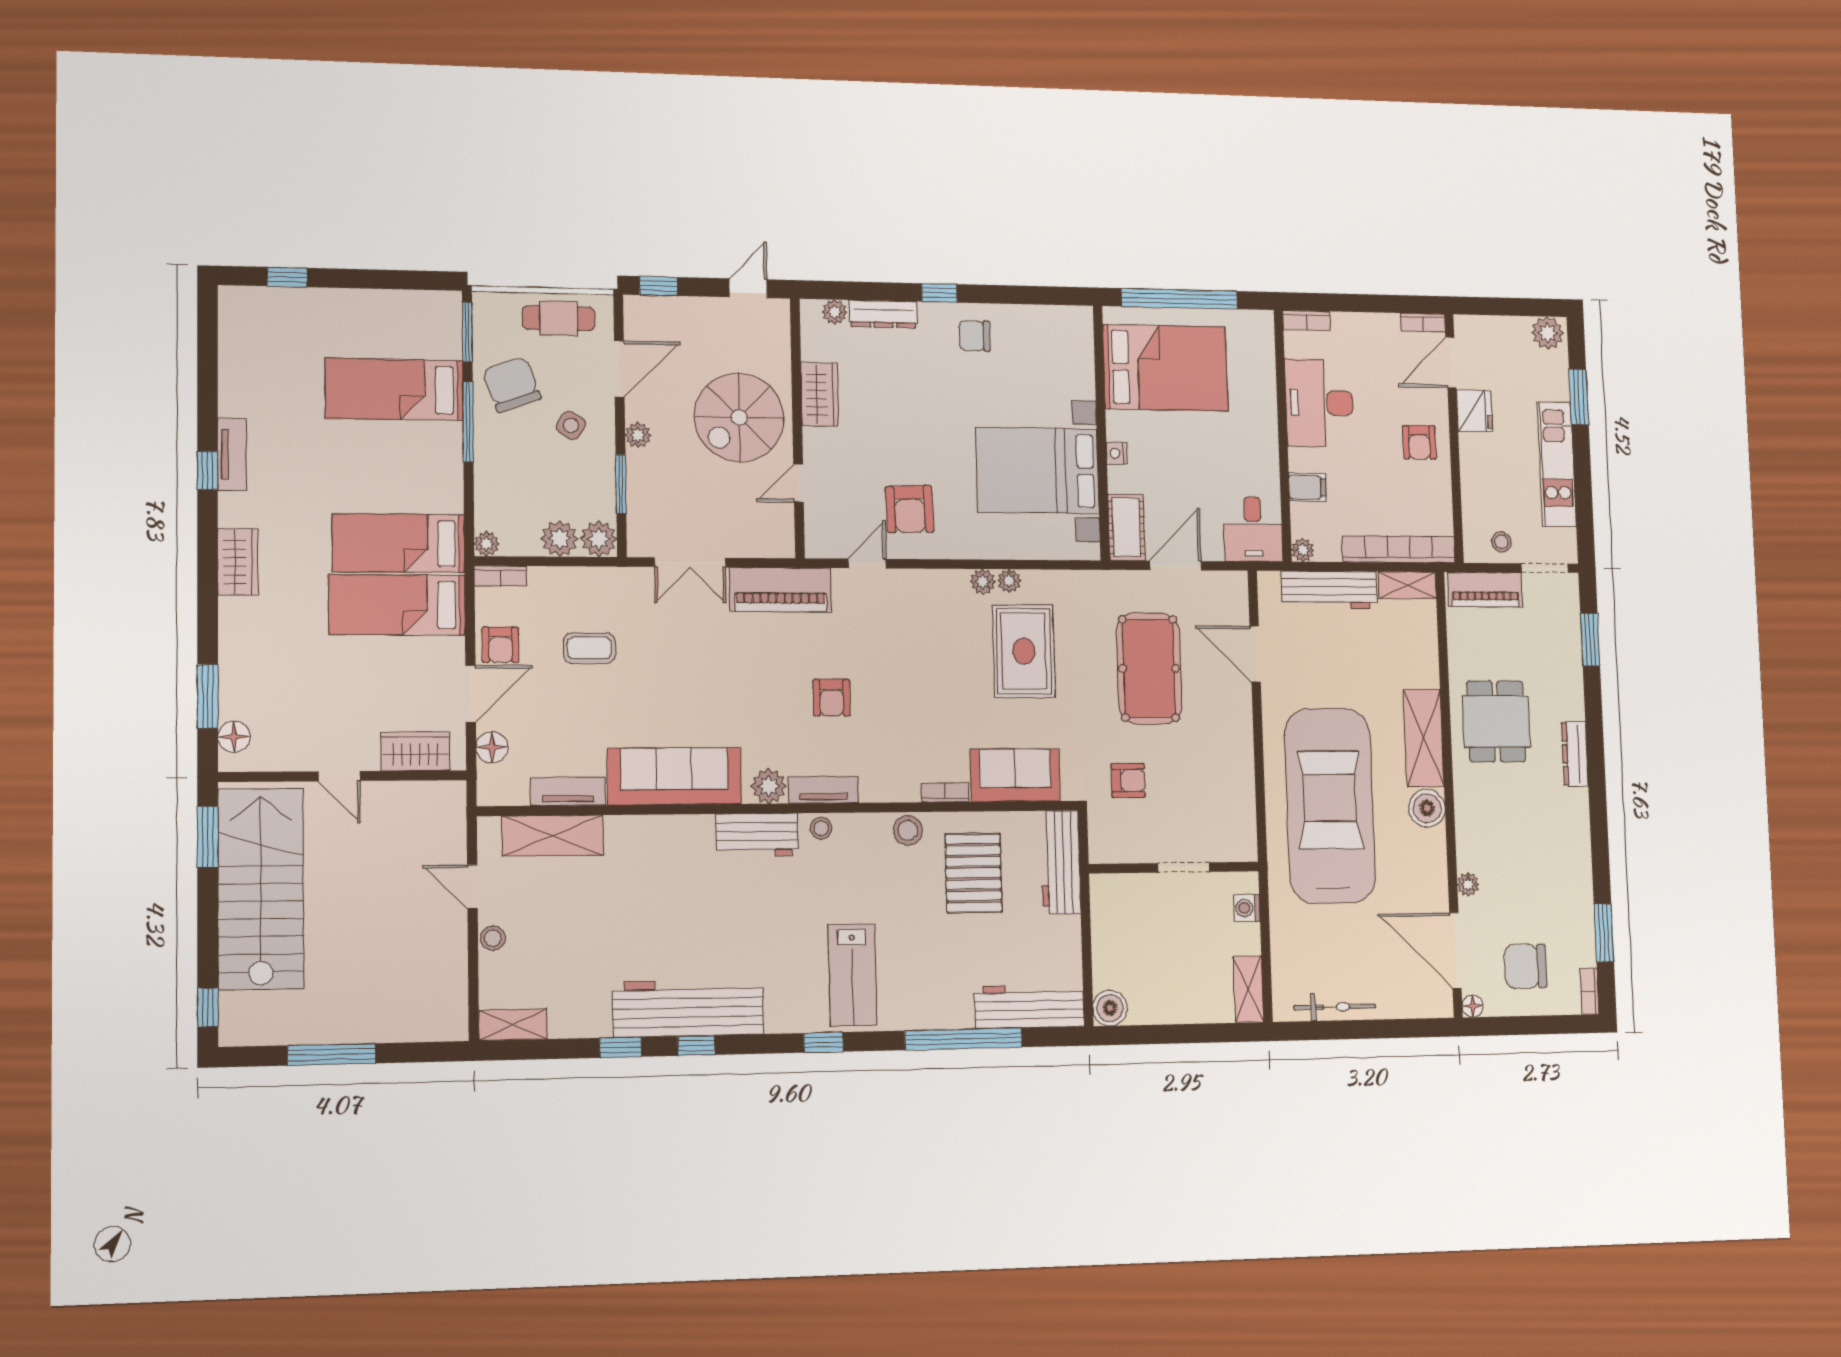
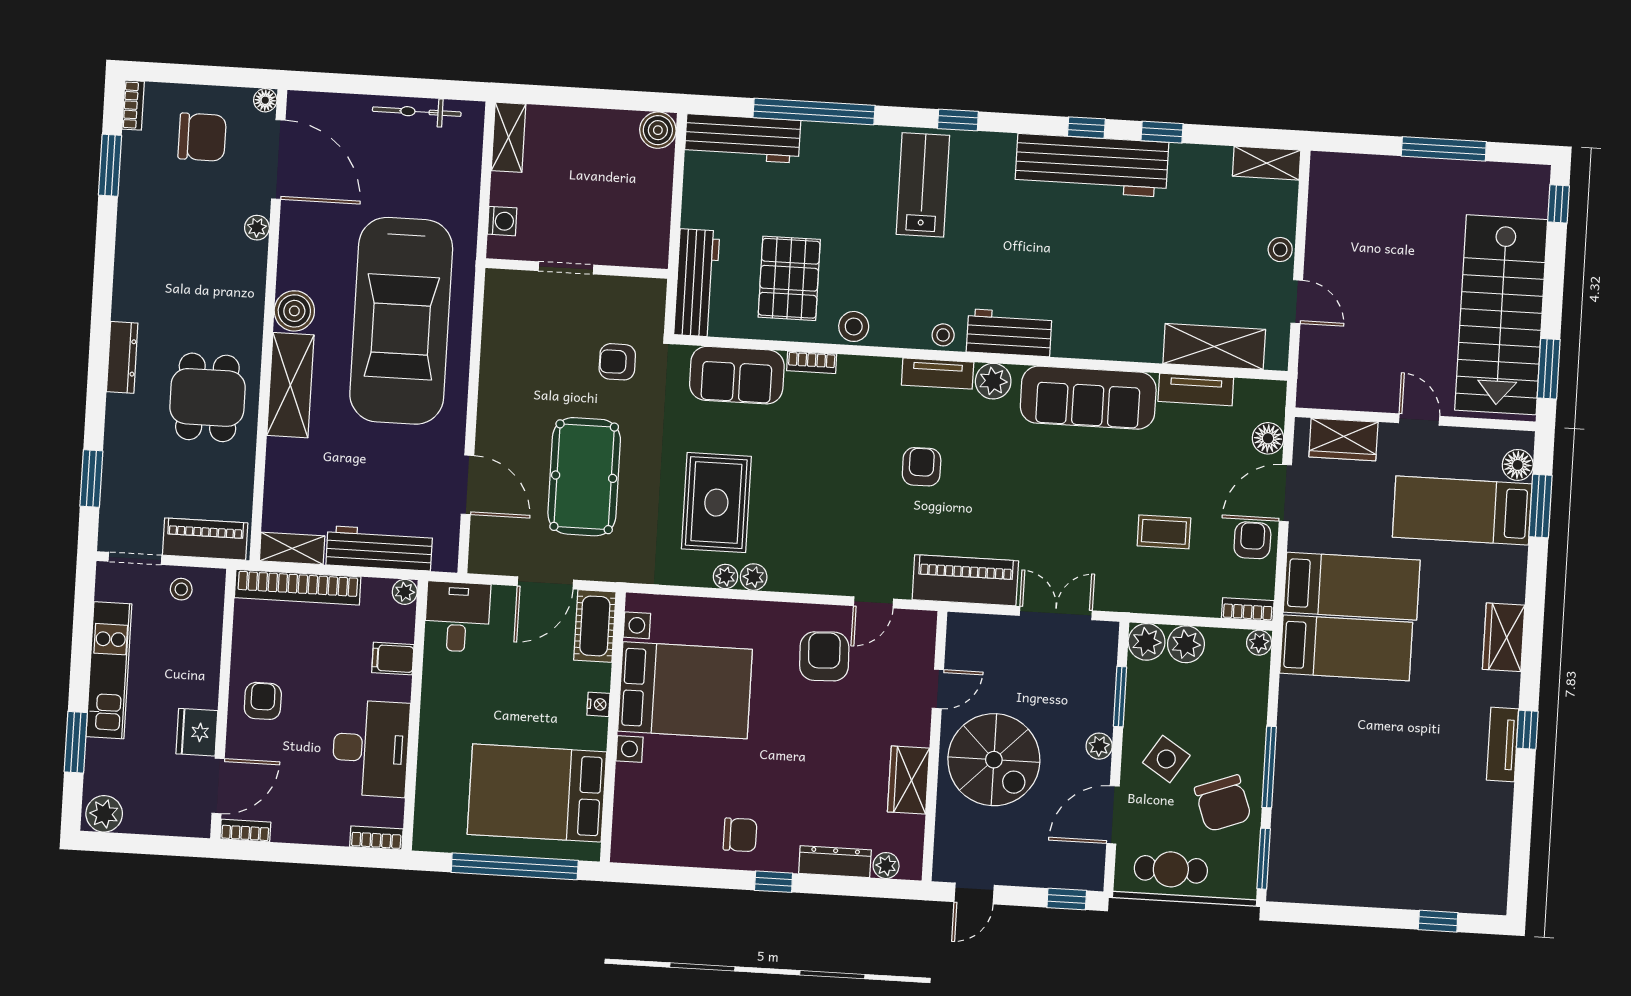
bed: (394, 389) -> (1462, 510), moved, turned 180
spiral stairs: (739, 417) -> (994, 760), turned 90
side table: (571, 425) -> (1166, 759), width x1.37, depth x1.37

